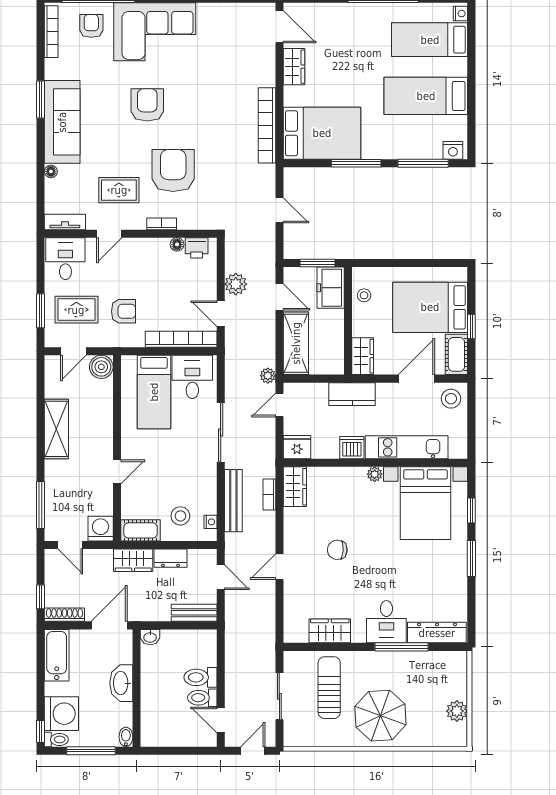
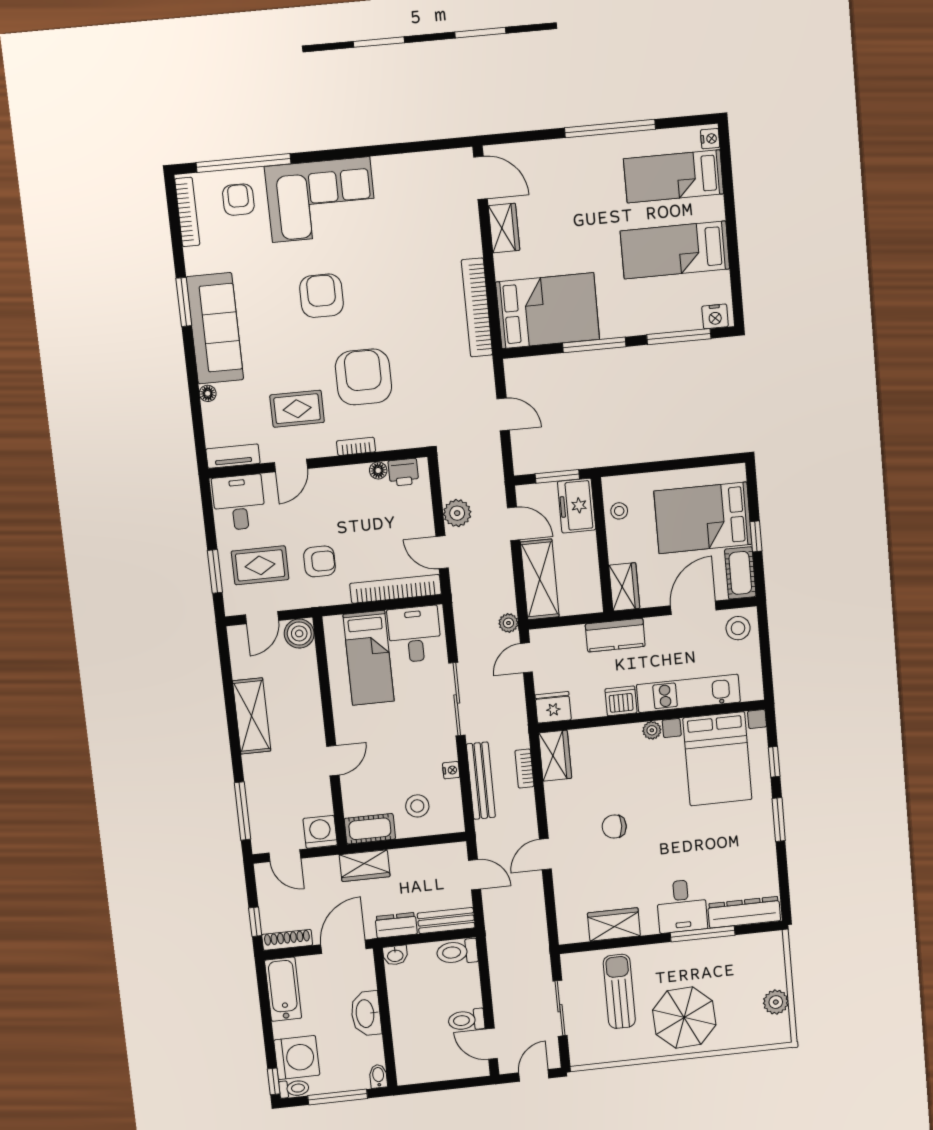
nightstand: (210, 522) -> (451, 770), moved
dresser: (171, 558) -> (396, 925), moved, turned 180
toilet: (200, 677) -> (457, 952), moved

